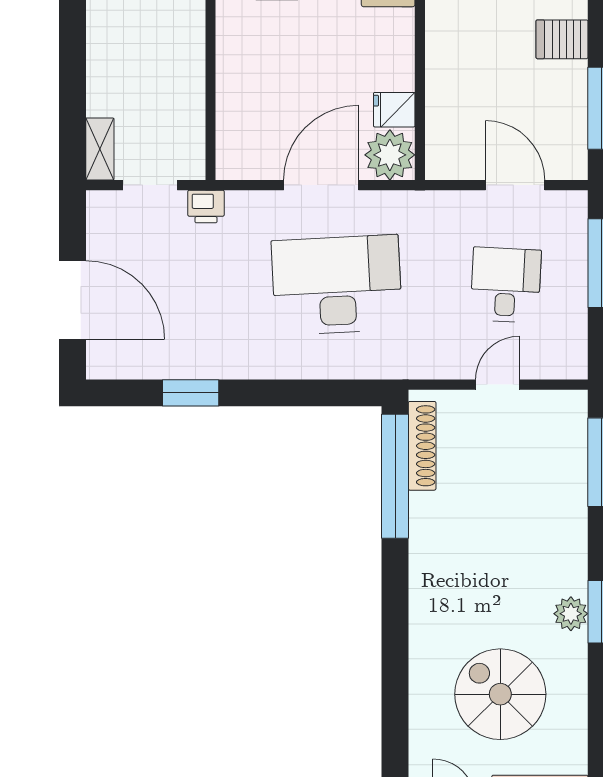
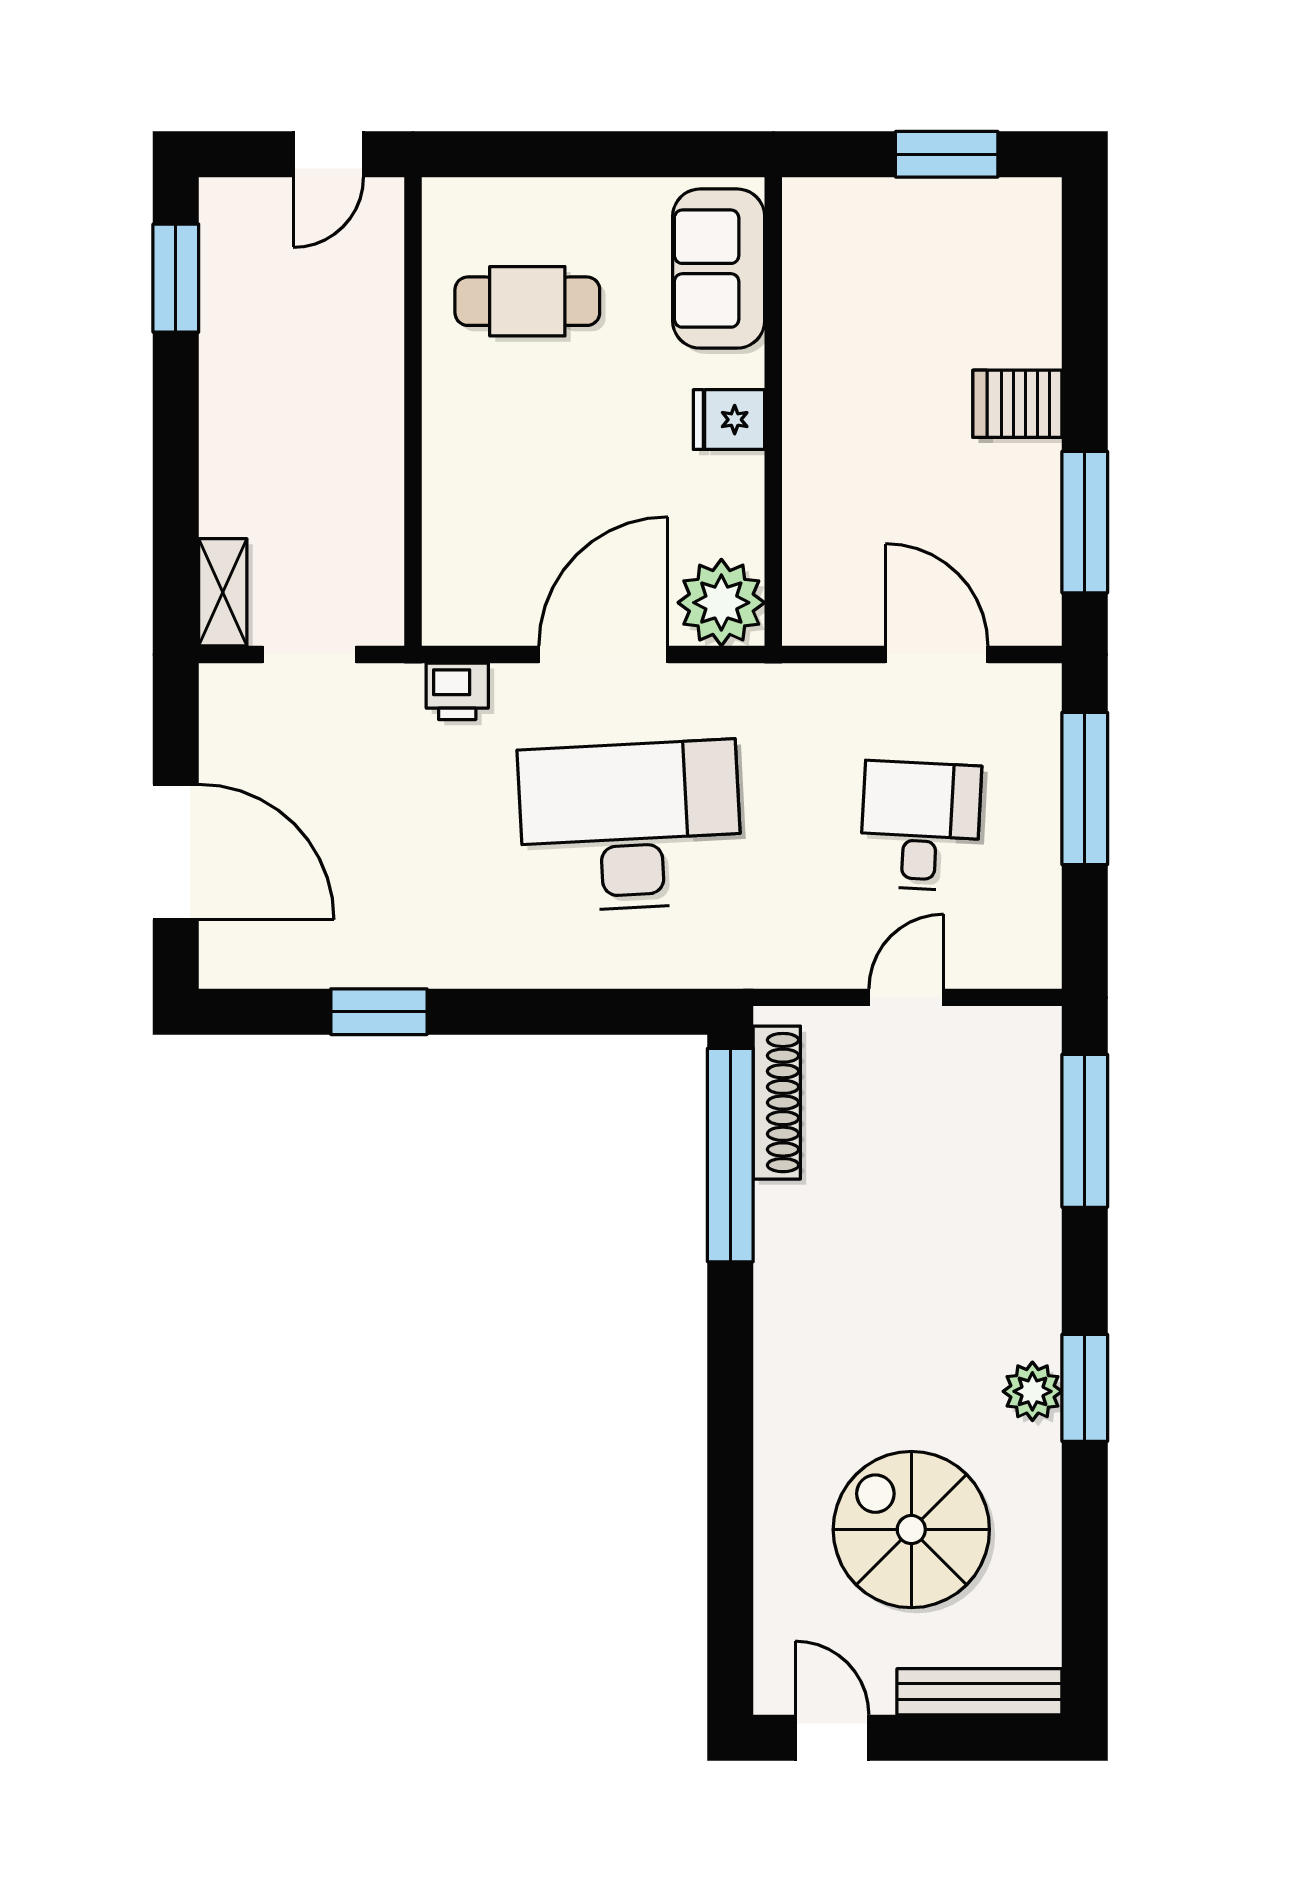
fridge: (394, 110) -> (729, 420), moved
printer: (206, 207) -> (457, 691), moved

